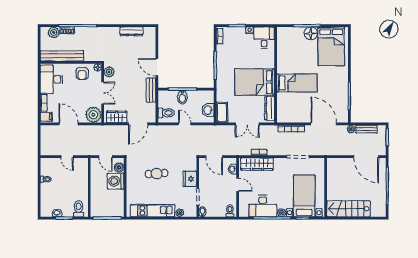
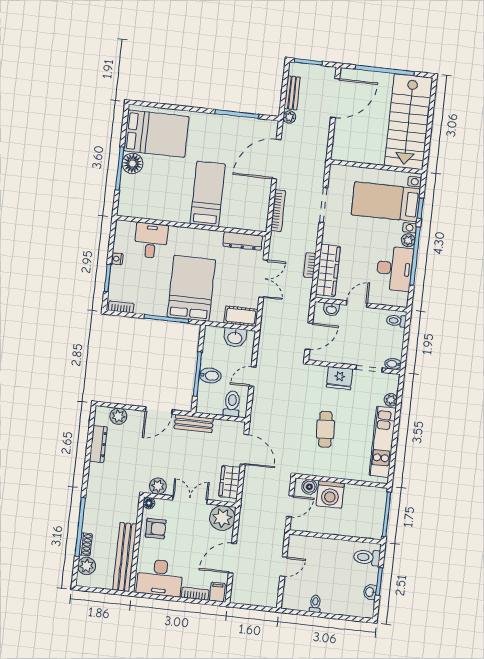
desk: (264, 38) -> (151, 241), moved, turned 90
plant: (150, 42) -> (118, 416), added
bed: (255, 82) -> (191, 288), moved, turned 180
stairs: (349, 209) -> (409, 122), width x1.36, depth x1.51

